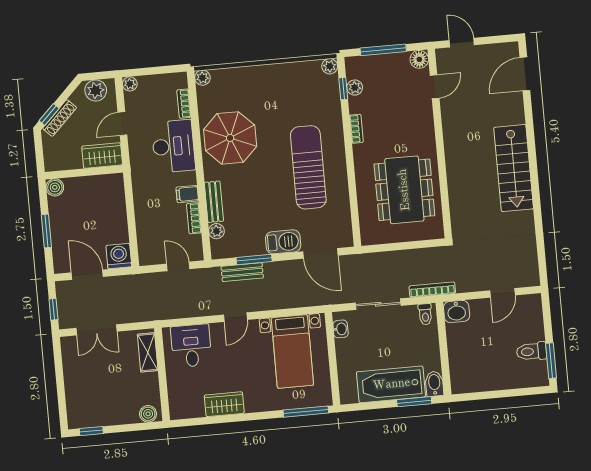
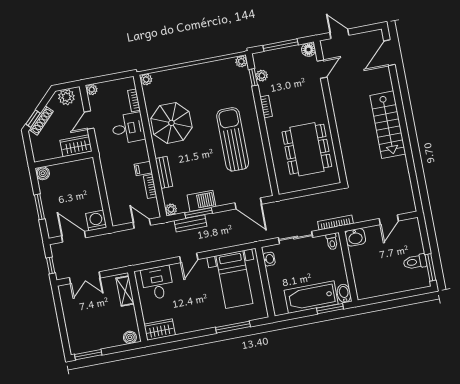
desk: (173, 146) -> (128, 128), width x0.73
plant: (216, 231) -> (171, 209), moved
barbecue: (283, 242) -> (201, 201), moved
wardrobe: (224, 404) -> (160, 330), moved
window: (306, 412) -> (233, 327), moved
window: (91, 431) -> (88, 355), width x1.50

